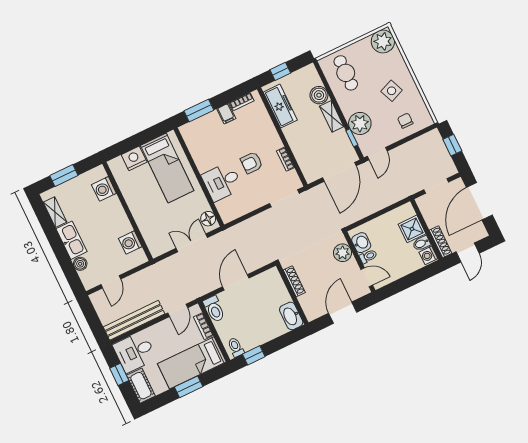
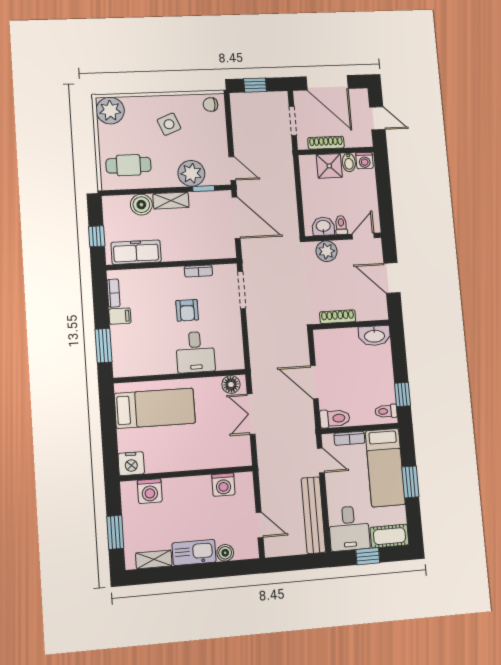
chair: (405, 121) -> (211, 105), moved
nightstand: (134, 158) -> (131, 464), moved, turned -90
shoe rack: (441, 242) -> (326, 143), moved

